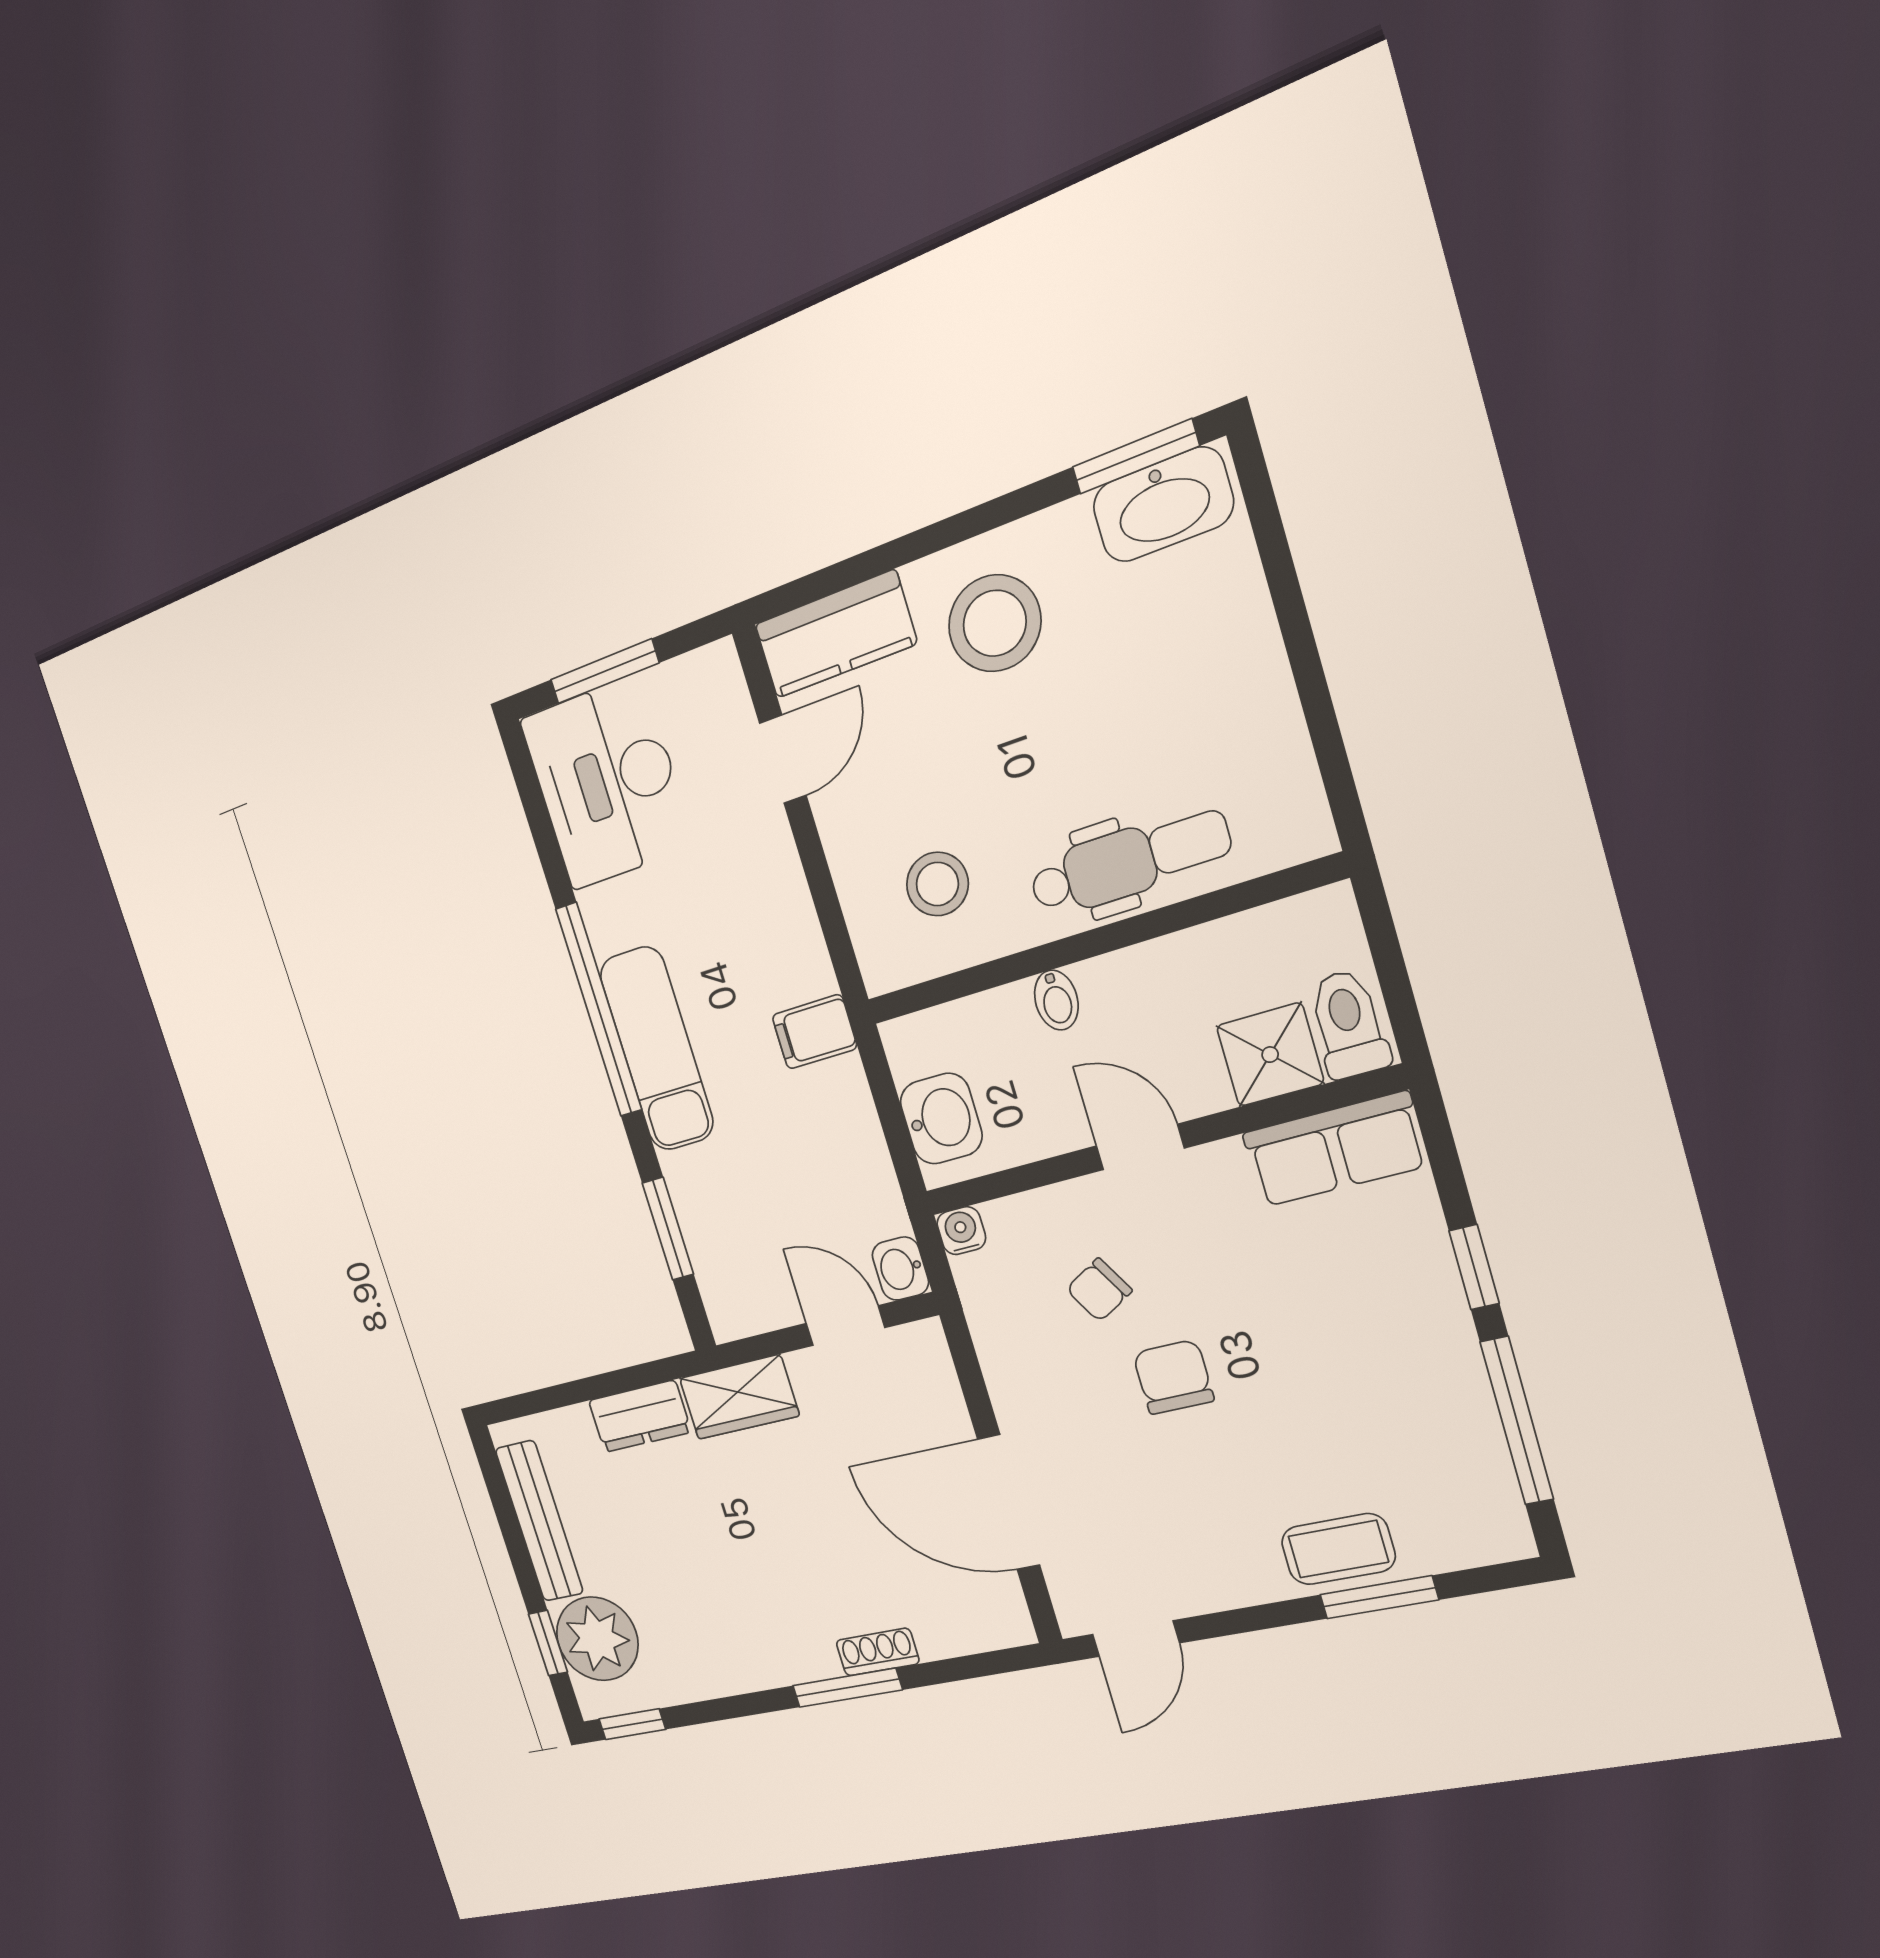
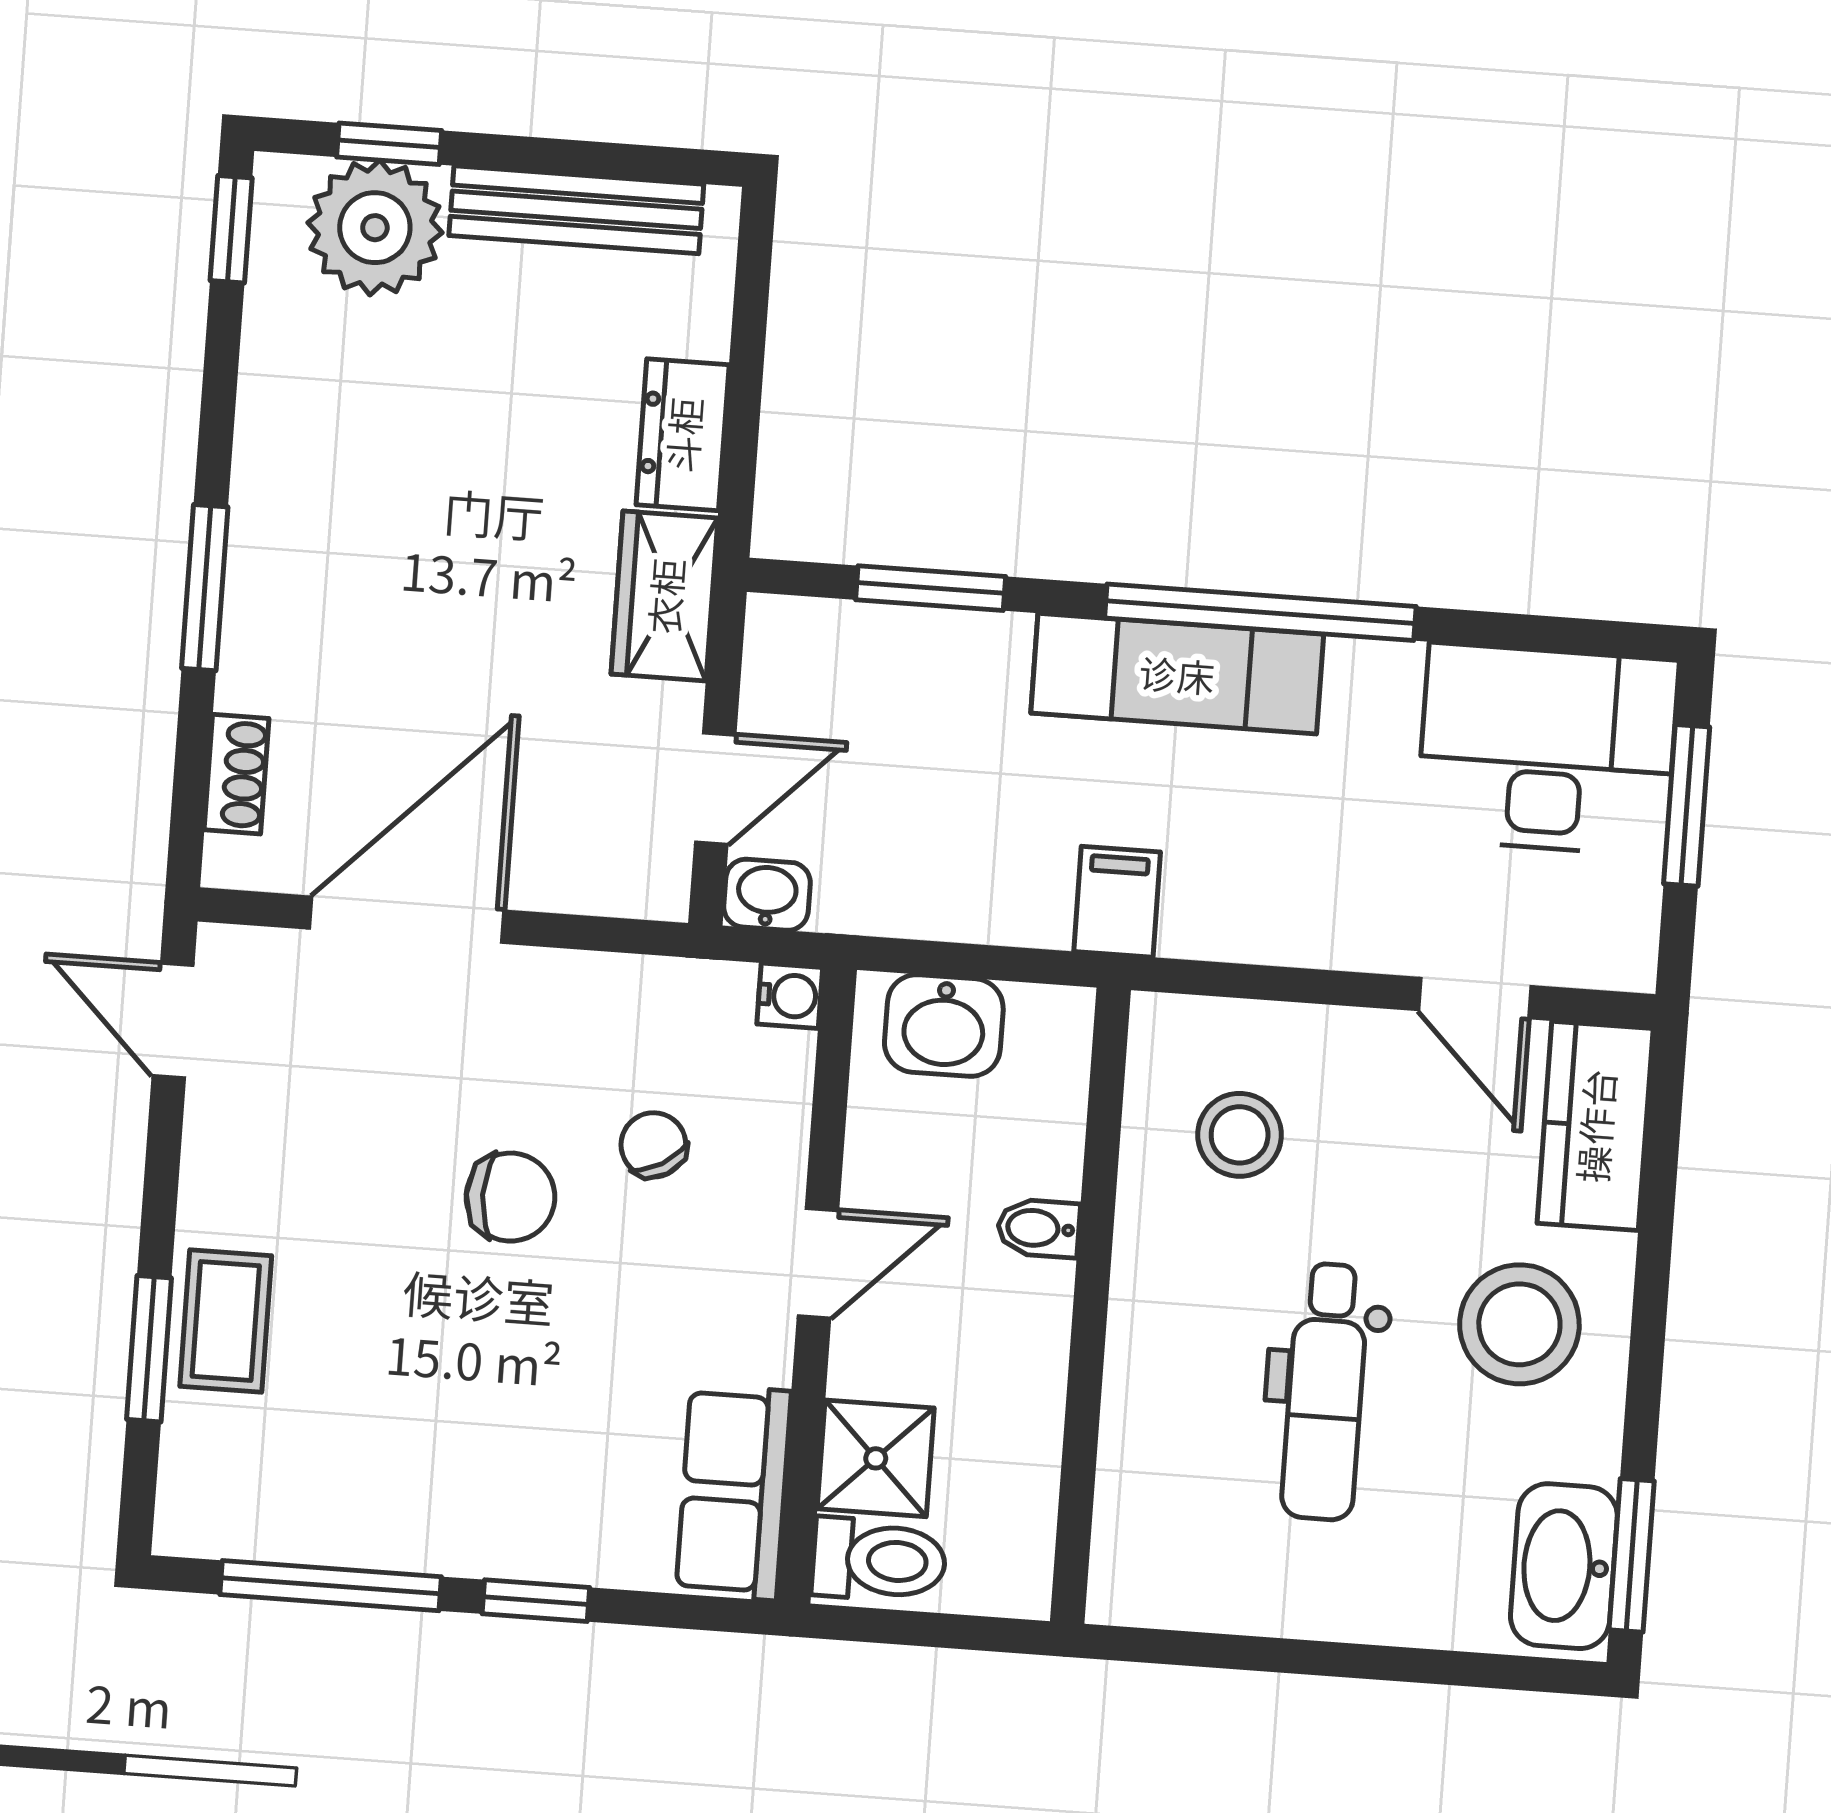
dental chair: (1129, 862) -> (1325, 1392), moved
shoe rack: (878, 1652) -> (237, 774), moved

